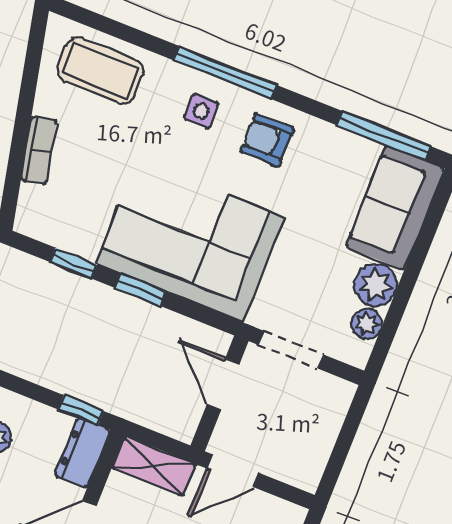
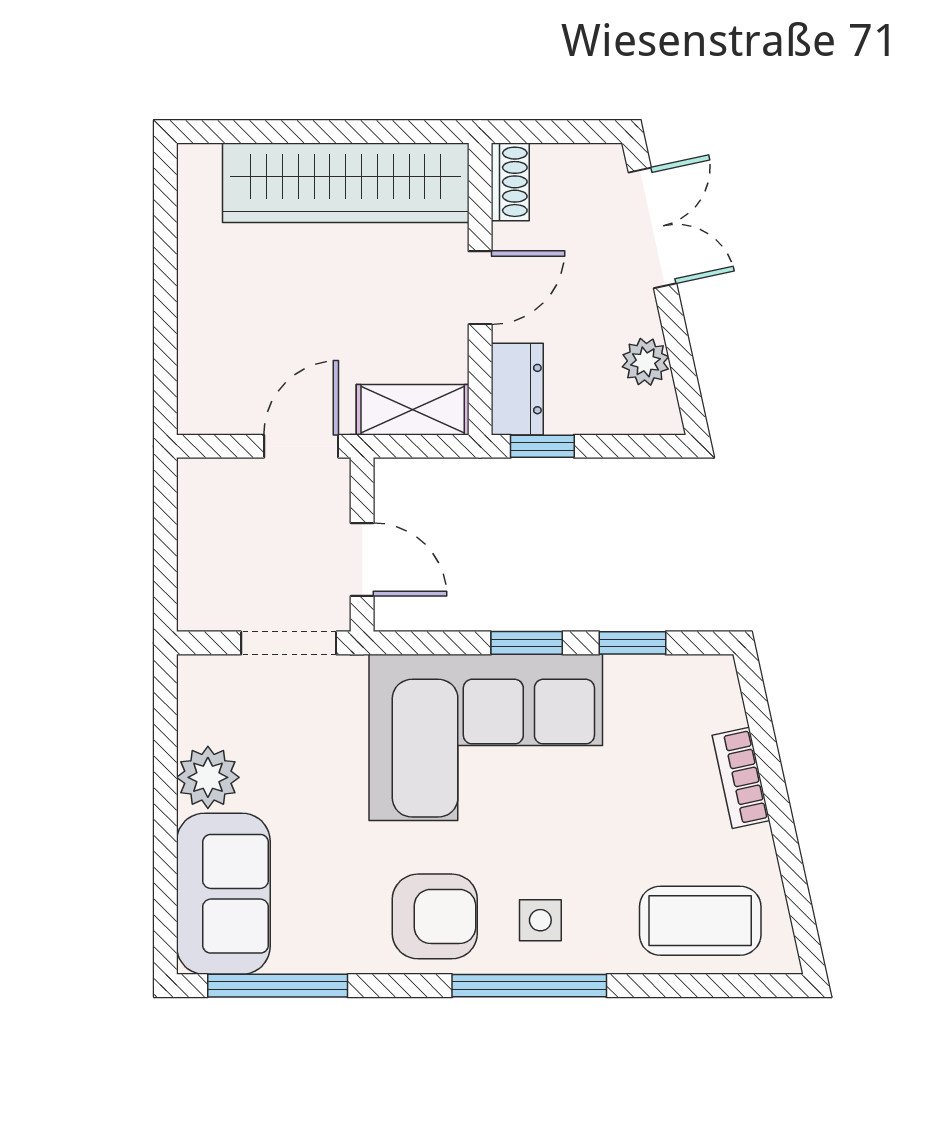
armchair: (267, 140) -> (435, 916), width x1.38, depth x1.38
plant: (367, 324) -> (199, 720), removed

